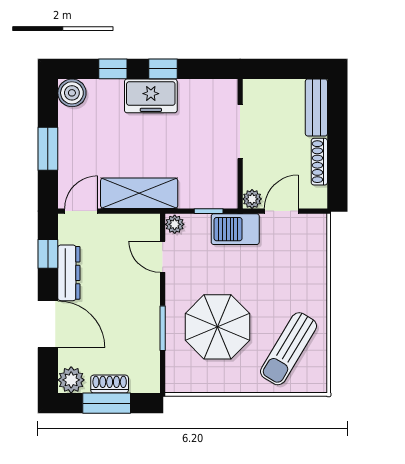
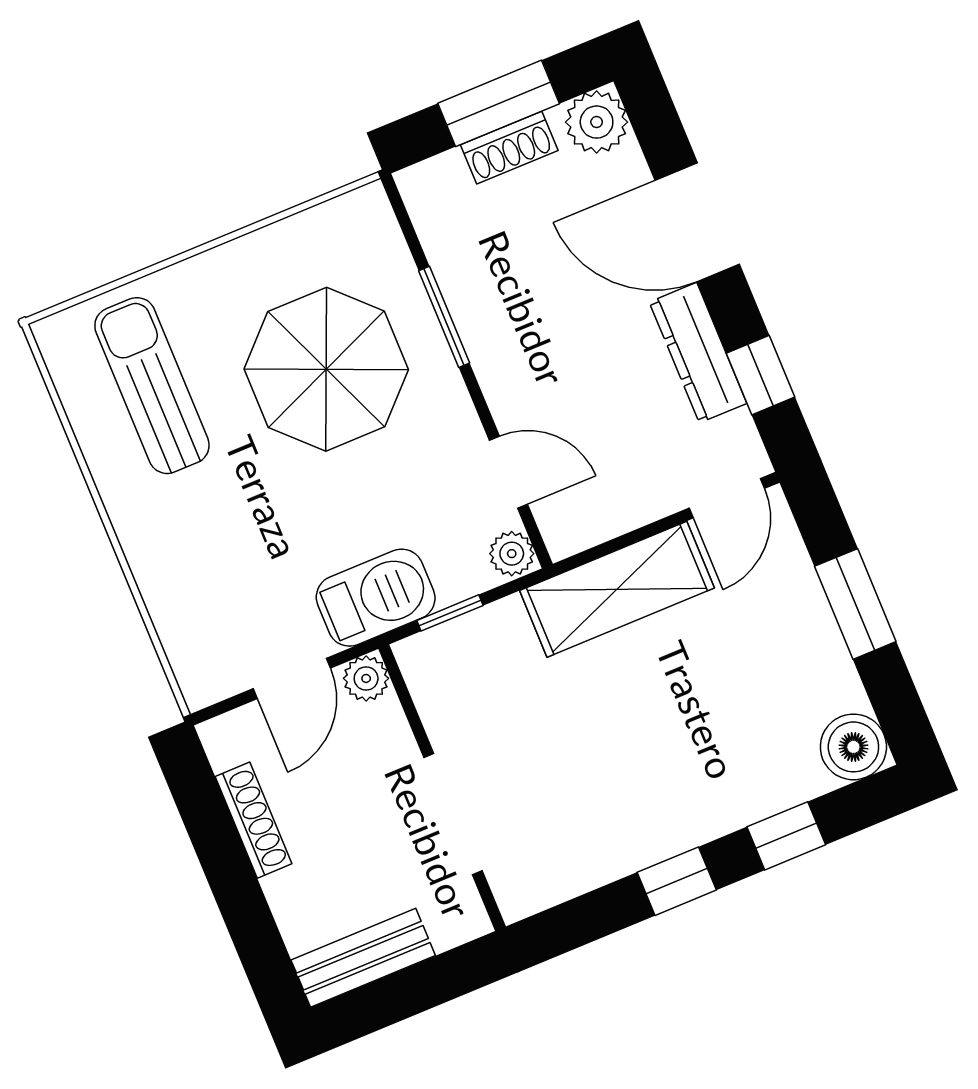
freezer: (151, 96) -> (679, 811), removed
bench: (316, 108) -> (363, 958), moved, turned 90
sun lounger: (289, 349) -> (152, 386), turned -31

